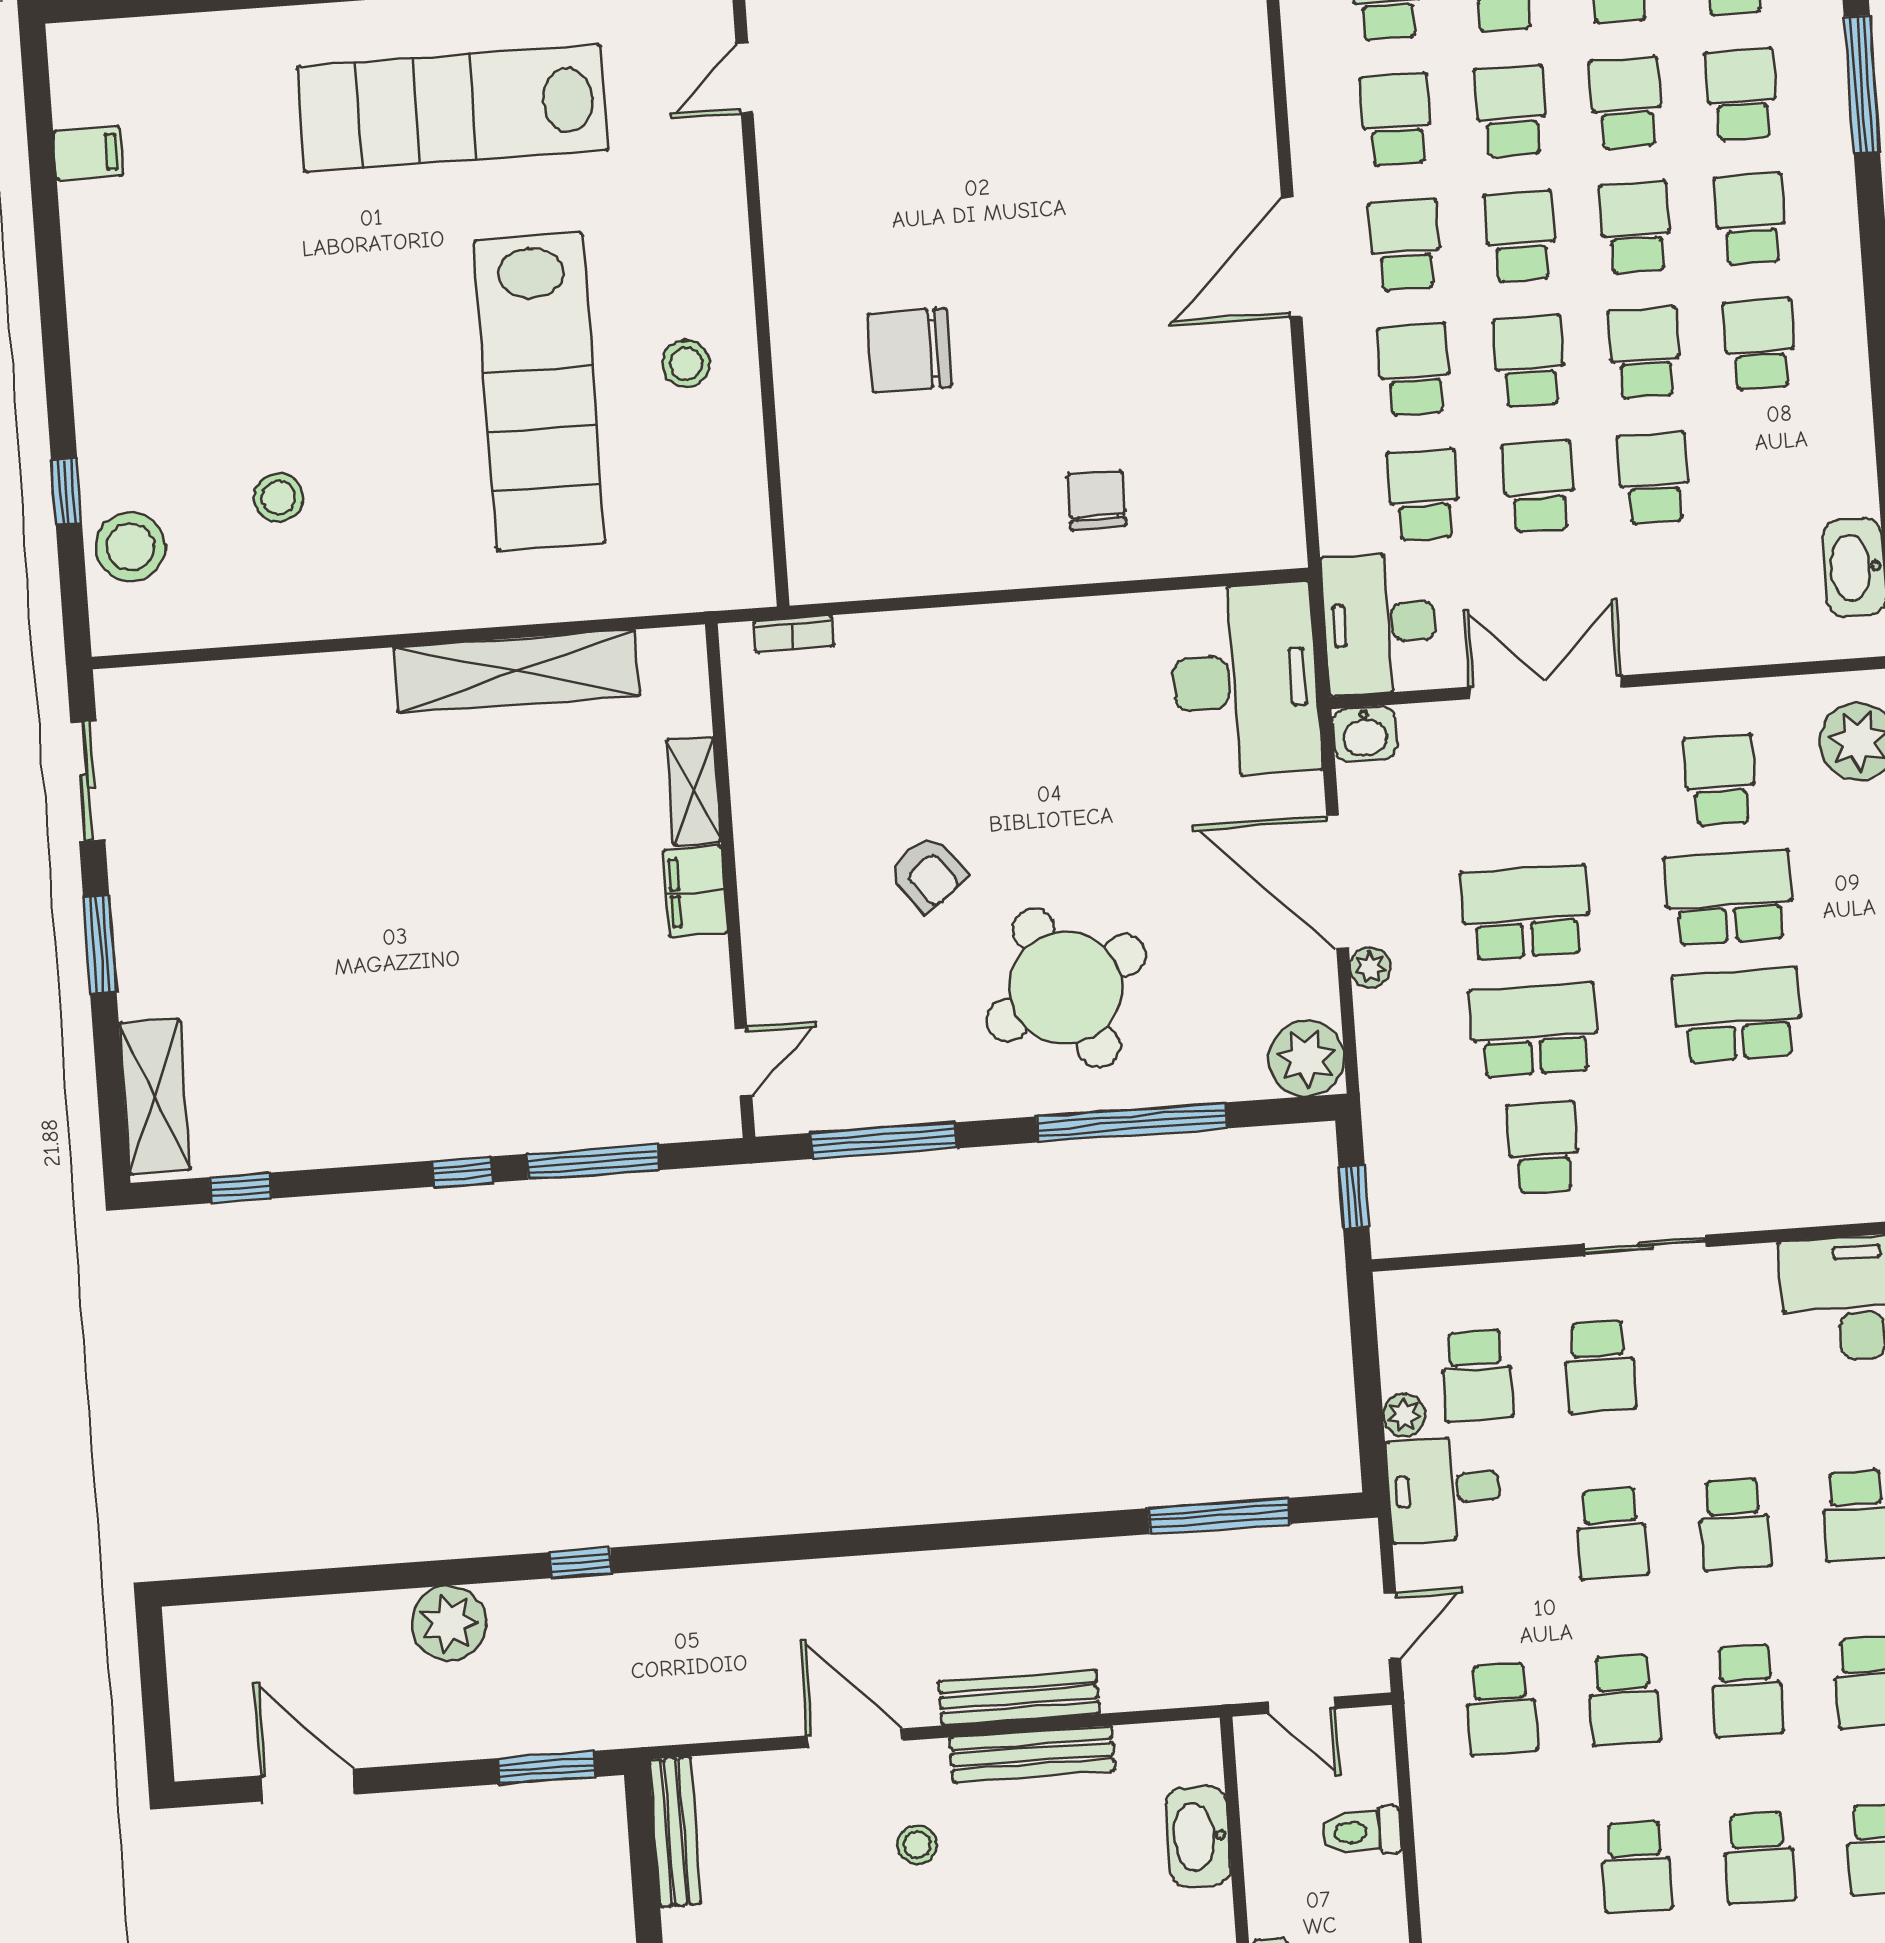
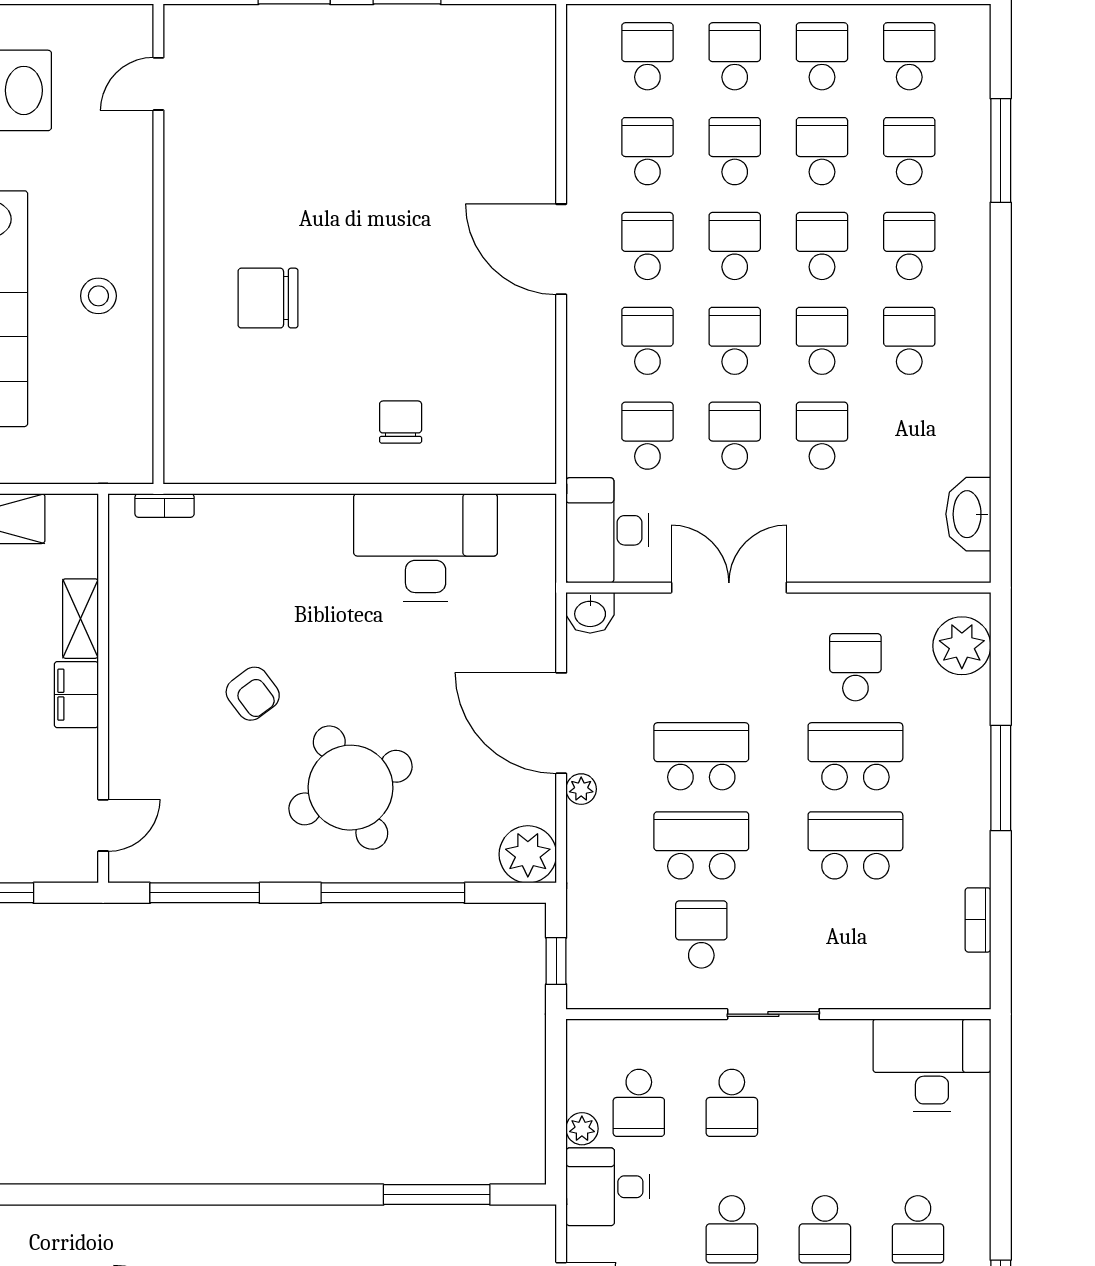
door: (1292, 257) -> (561, 249), hinge flipped
desk: (1245, 680) -> (426, 547), moved, turned -90

